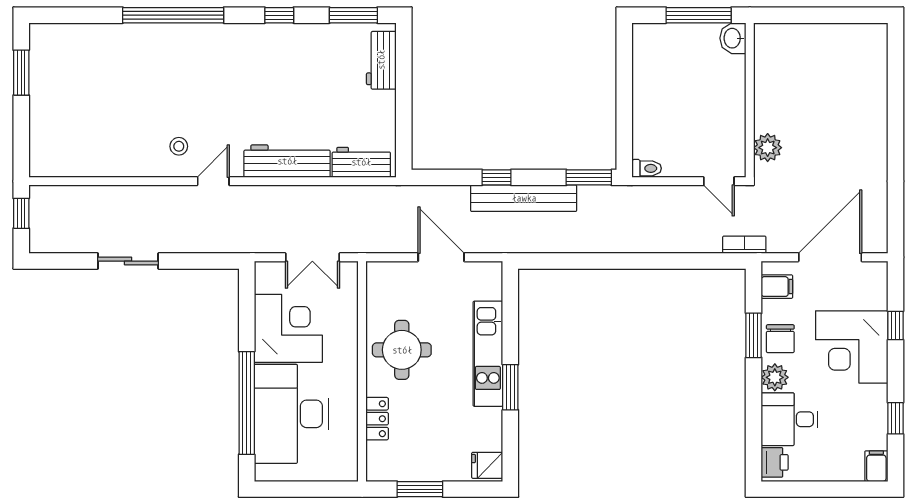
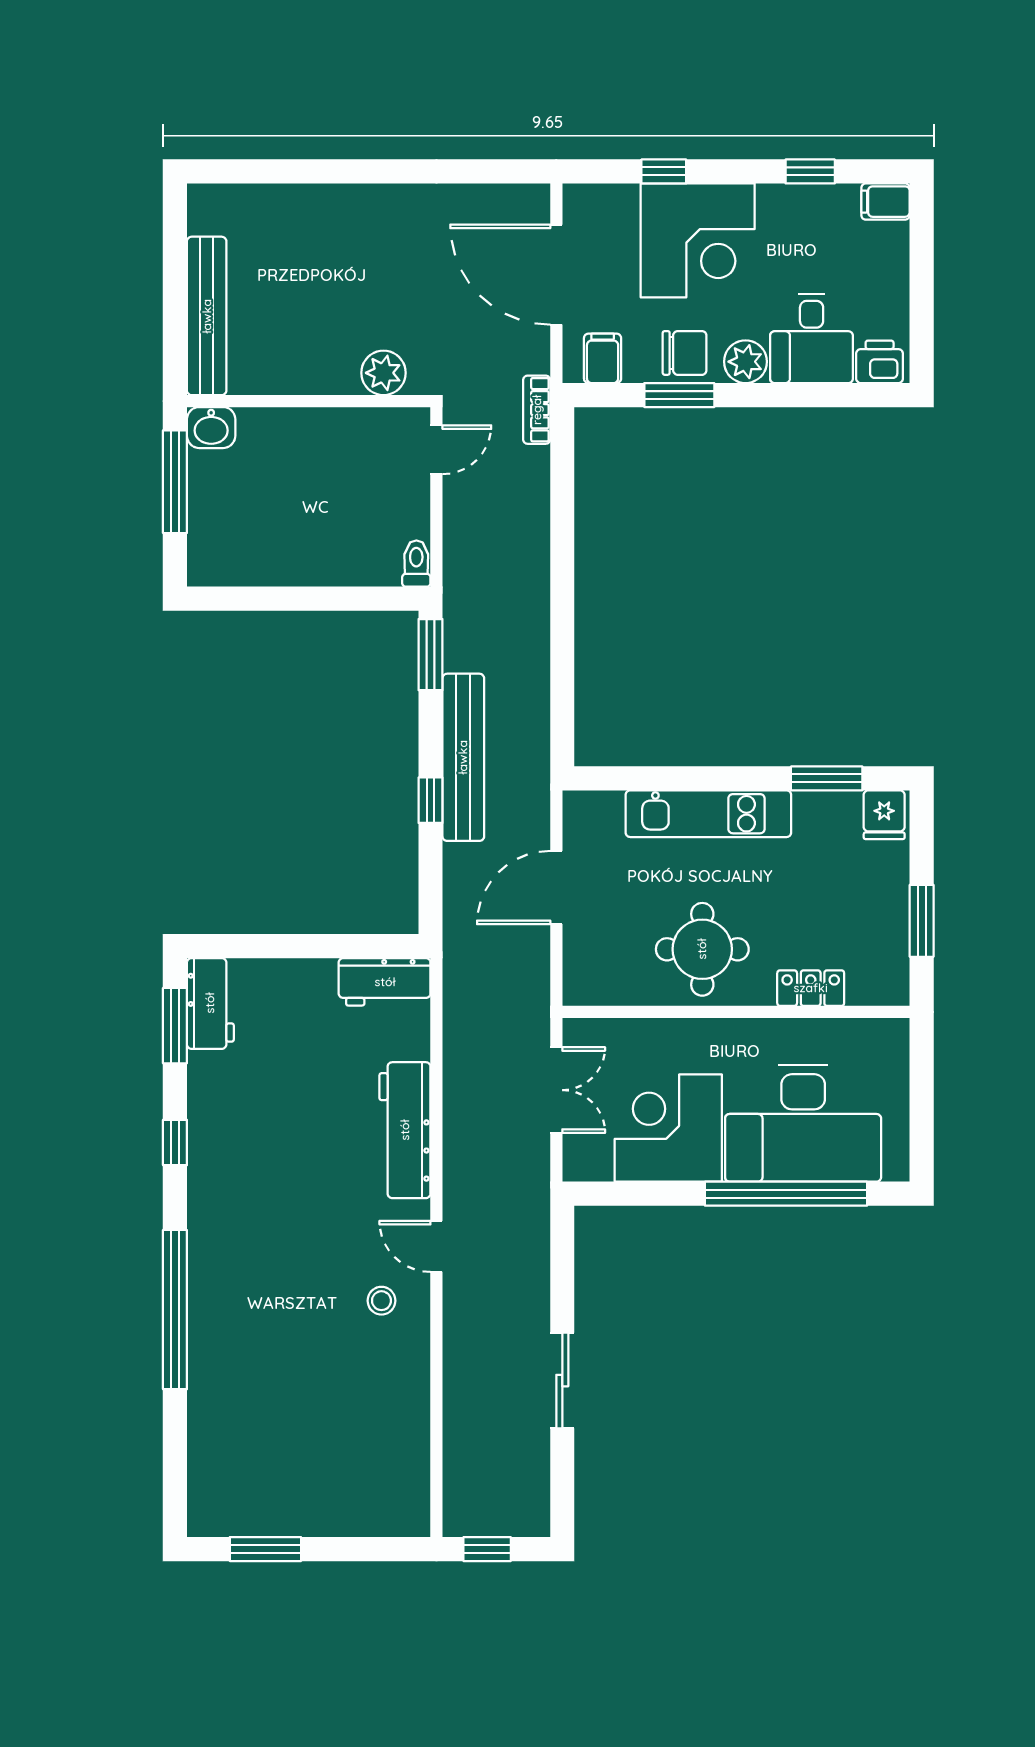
bench: (804, 35) -> (207, 316), added
workbench: (381, 60) -> (210, 1003), moved, turned -90
workbench: (361, 162) -> (385, 982), moved, turned -90
window: (510, 387) -> (827, 778), moved

